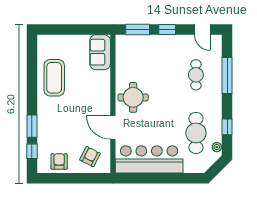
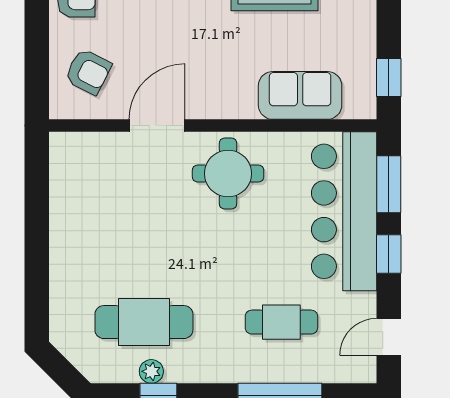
window: (93, 29) -> (389, 78), added
sofa: (100, 52) -> (300, 95), moved
plant: (217, 147) -> (151, 371), moved
bar counter: (149, 159) -> (344, 211), moved, turned 180

